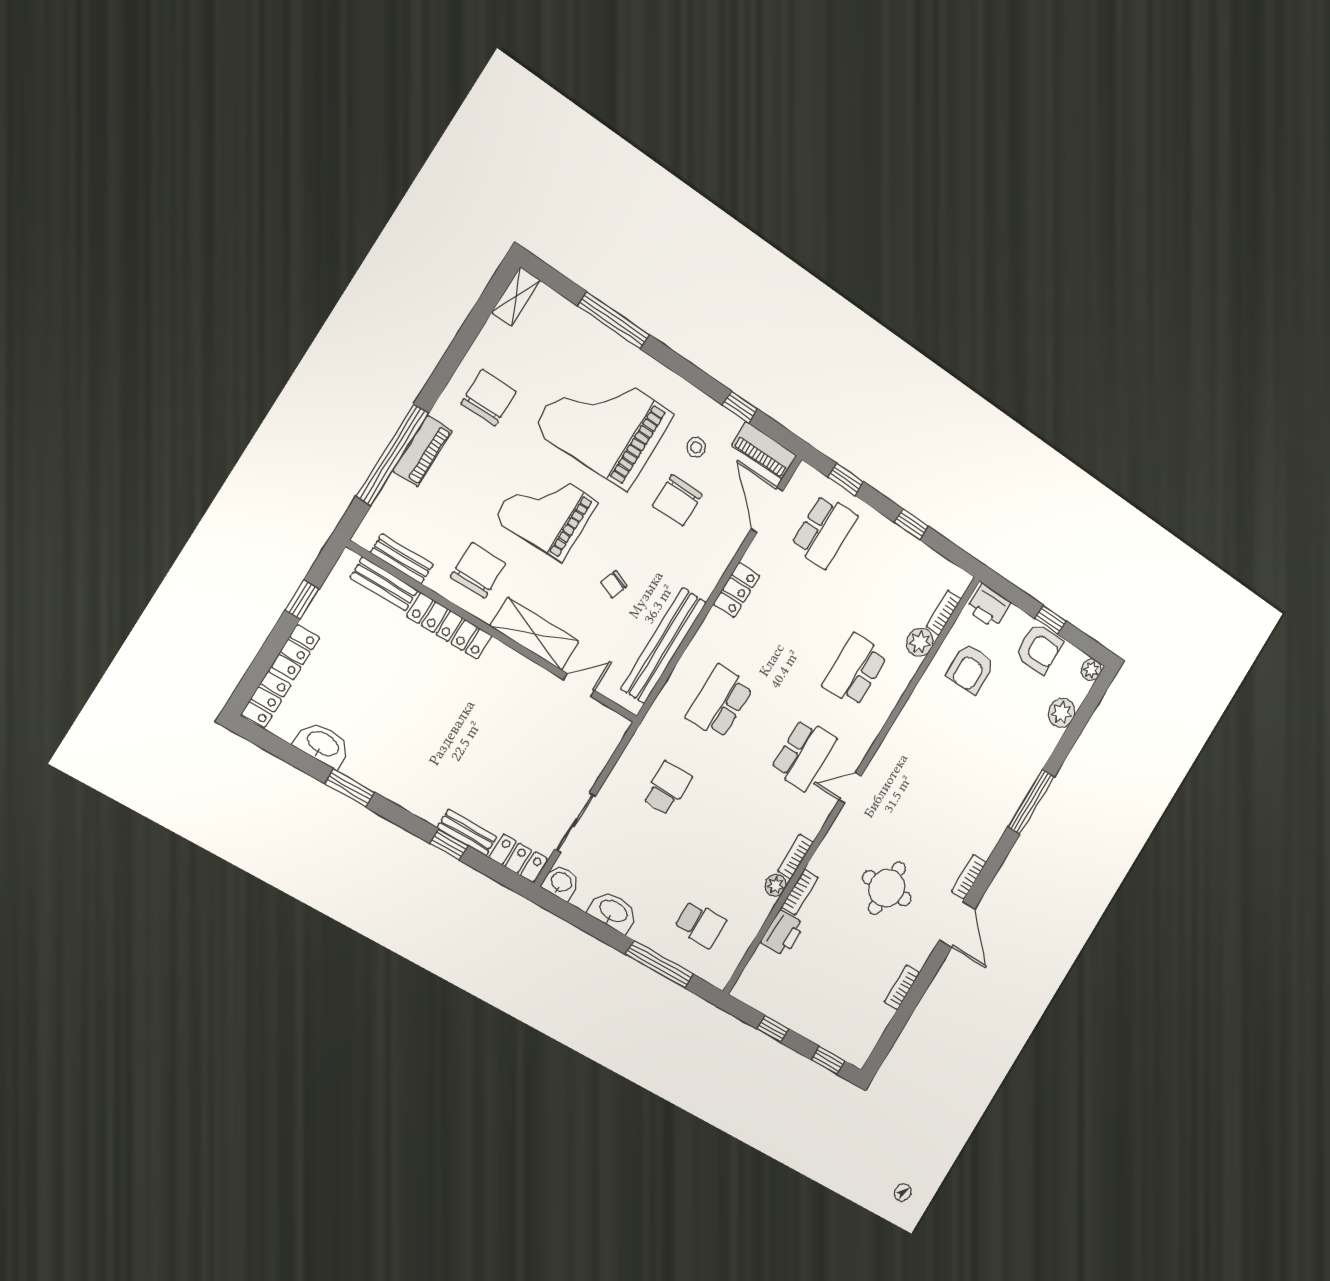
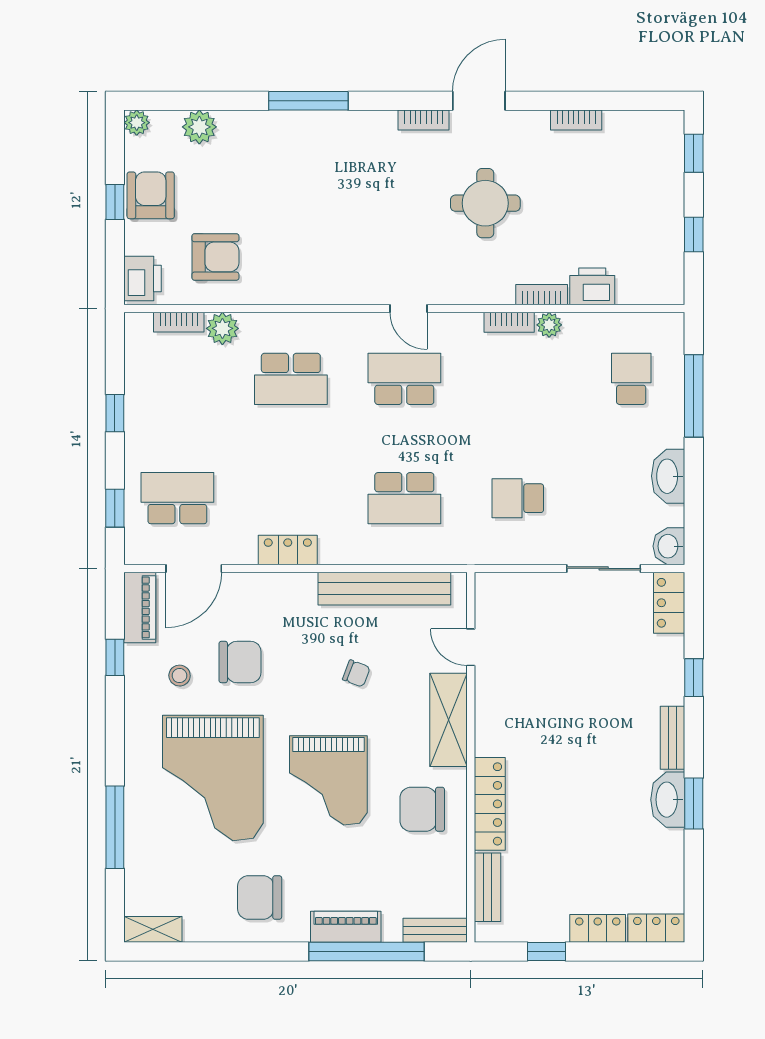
bench: (402, 559) -> (435, 930), moved, turned 90
washbasin: (323, 744) -> (668, 800), moved
bench: (467, 832) -> (673, 738), moved

